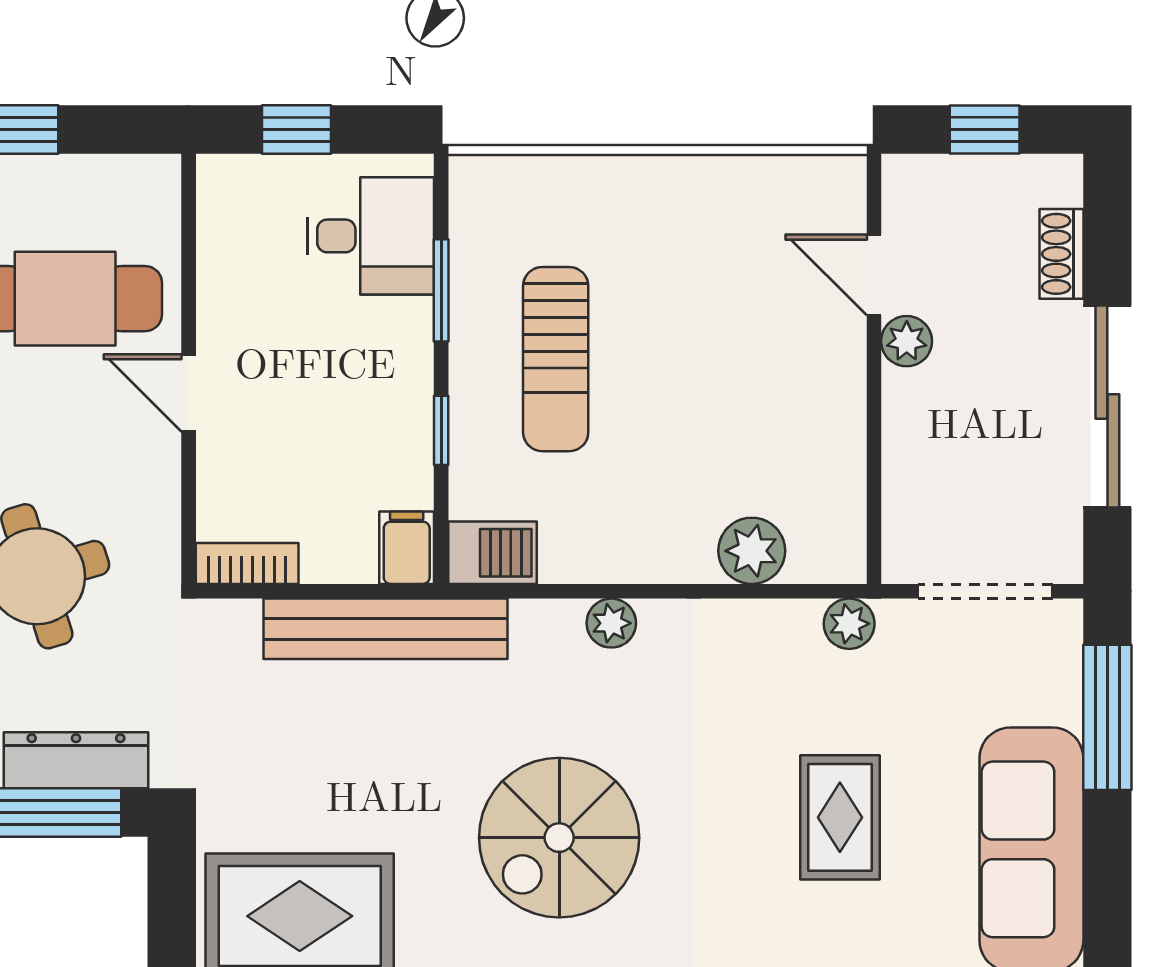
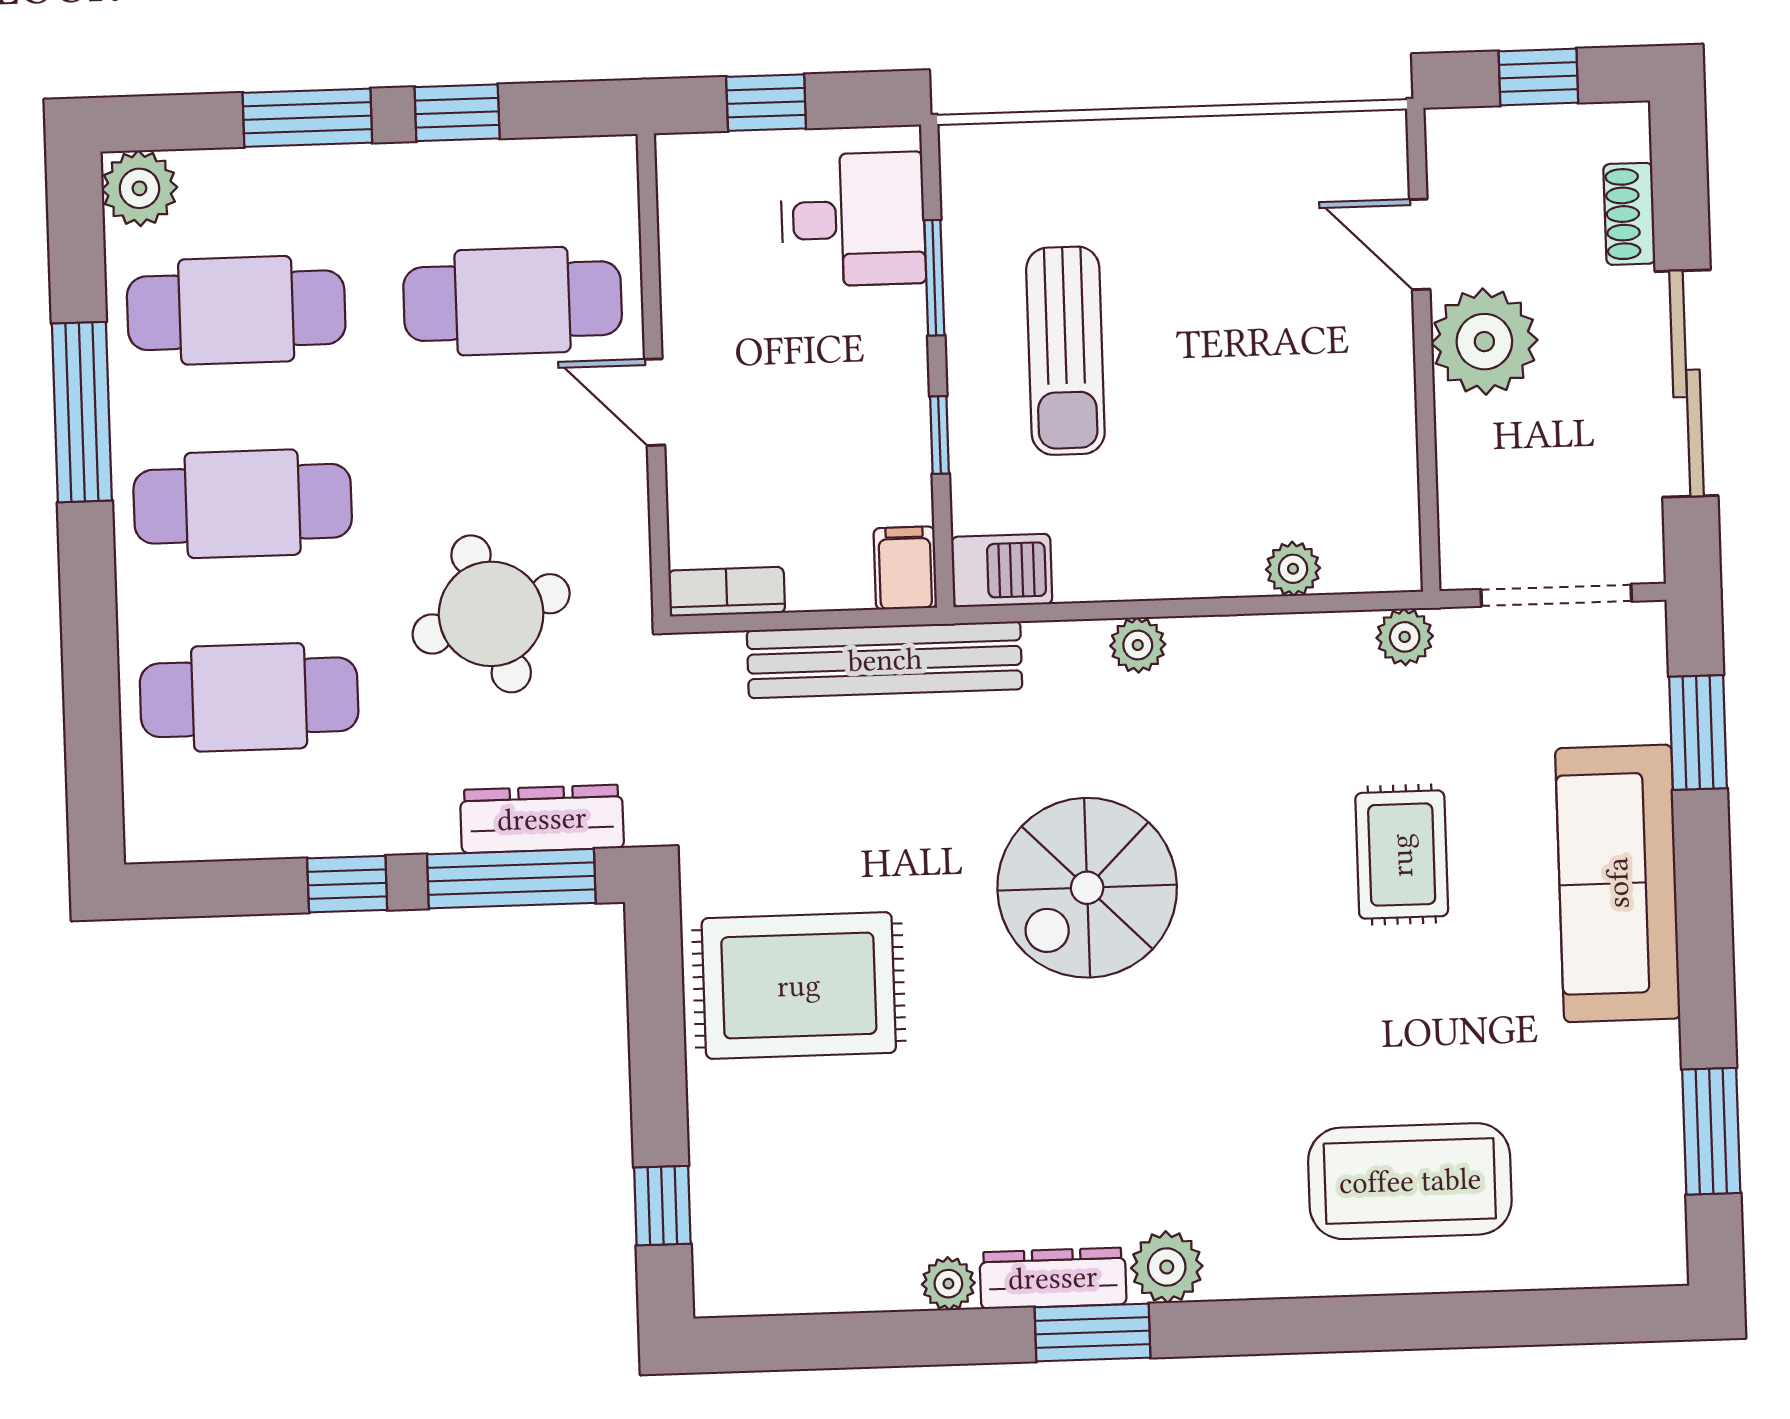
plant: (907, 341) -> (1484, 342), width x1.87, depth x1.87
plant: (752, 551) -> (1293, 569), width x0.73, depth x0.73
window: (1107, 717) -> (1698, 732), width x0.69

